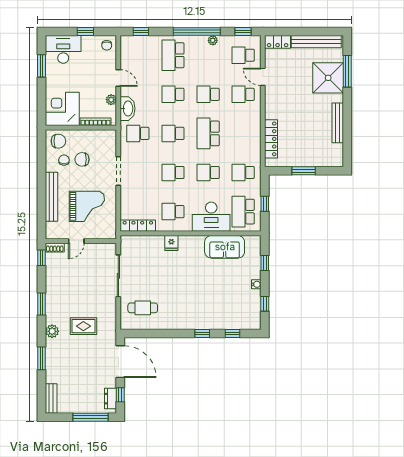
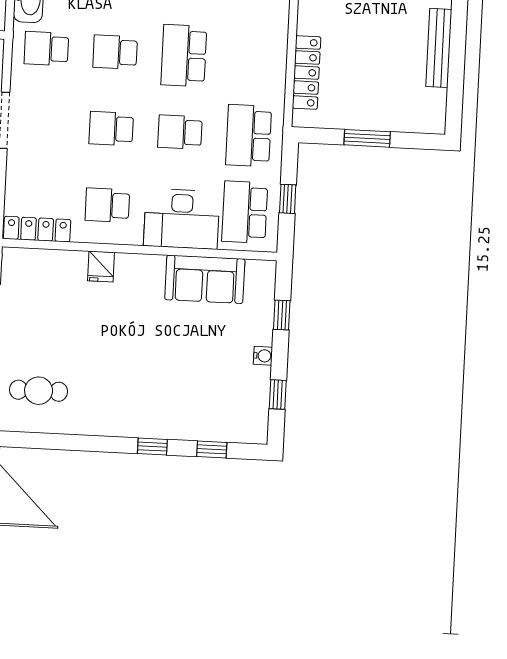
school desk: (243, 173) -> (249, 136), width x1.85

